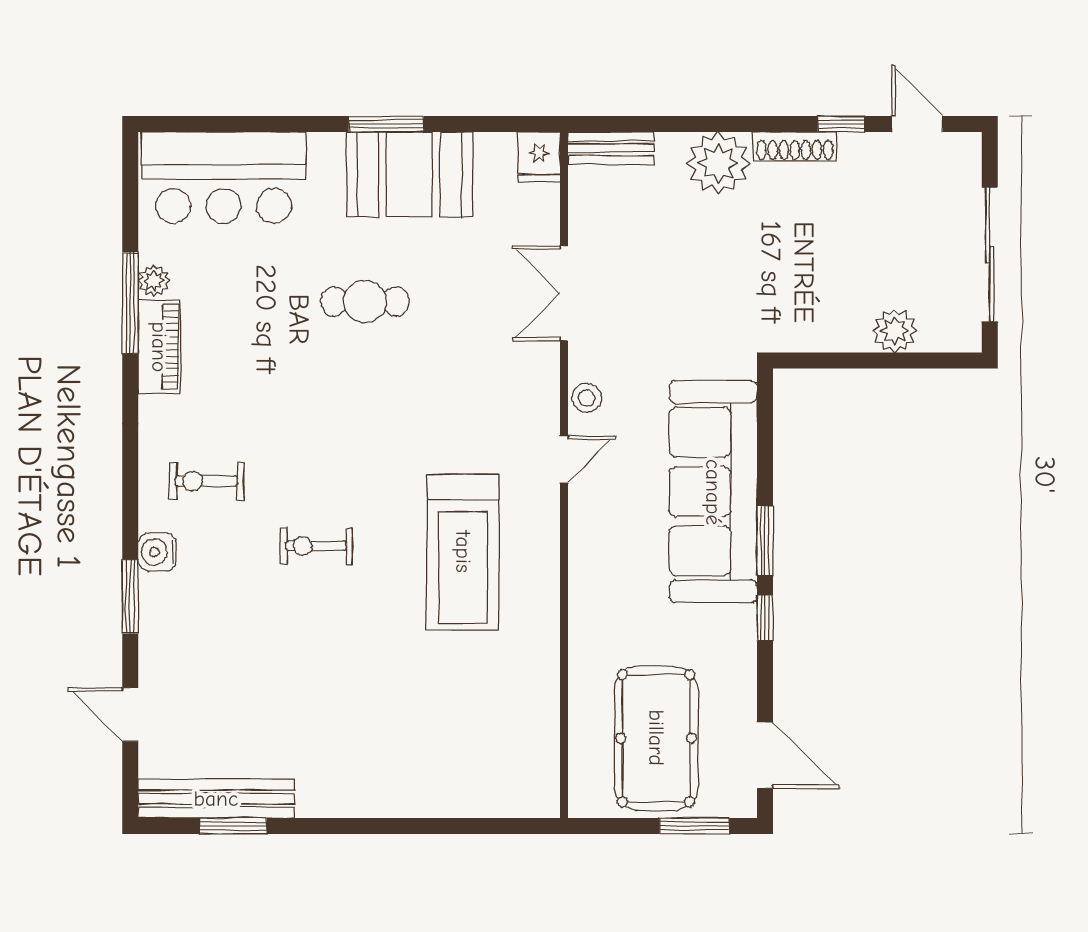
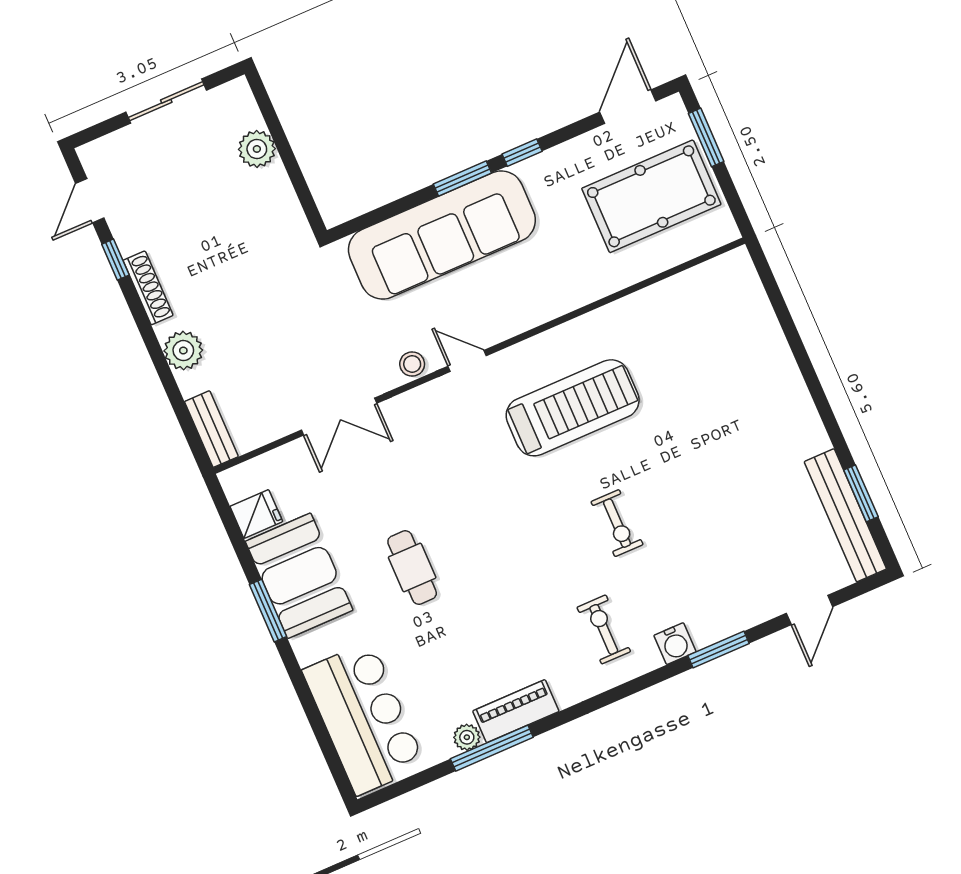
fridge: (539, 157) -> (256, 514), moved
plant: (718, 163) -> (183, 351), width x0.73, depth x0.73
sliding door: (990, 255) -> (166, 101), width x0.73
exercise bike: (206, 481) -> (604, 629), turned 180

